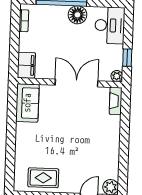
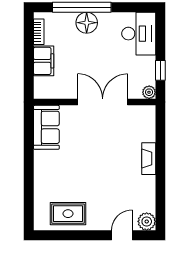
floor lamp: (77, 15) -> (87, 23), moved
filing cabinet: (26, 65) -> (44, 61), moved
fireplace: (116, 101) -> (149, 159), moved

